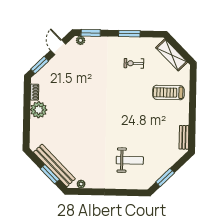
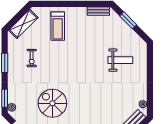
spiral stairs: (84, 85) -> (52, 103), added
weight bench: (130, 160) -> (120, 60), turned 90
window: (165, 177) -> (128, 20), moved

